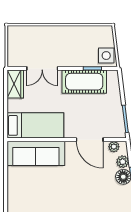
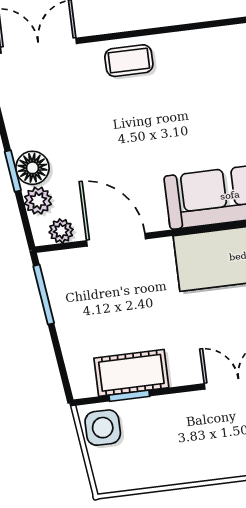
cot: (84, 82) -> (131, 373), width x0.73, depth x0.75

